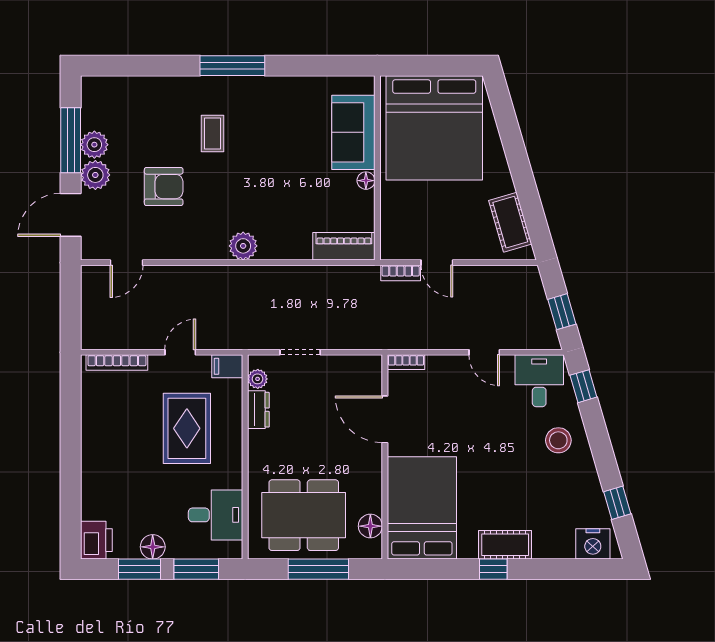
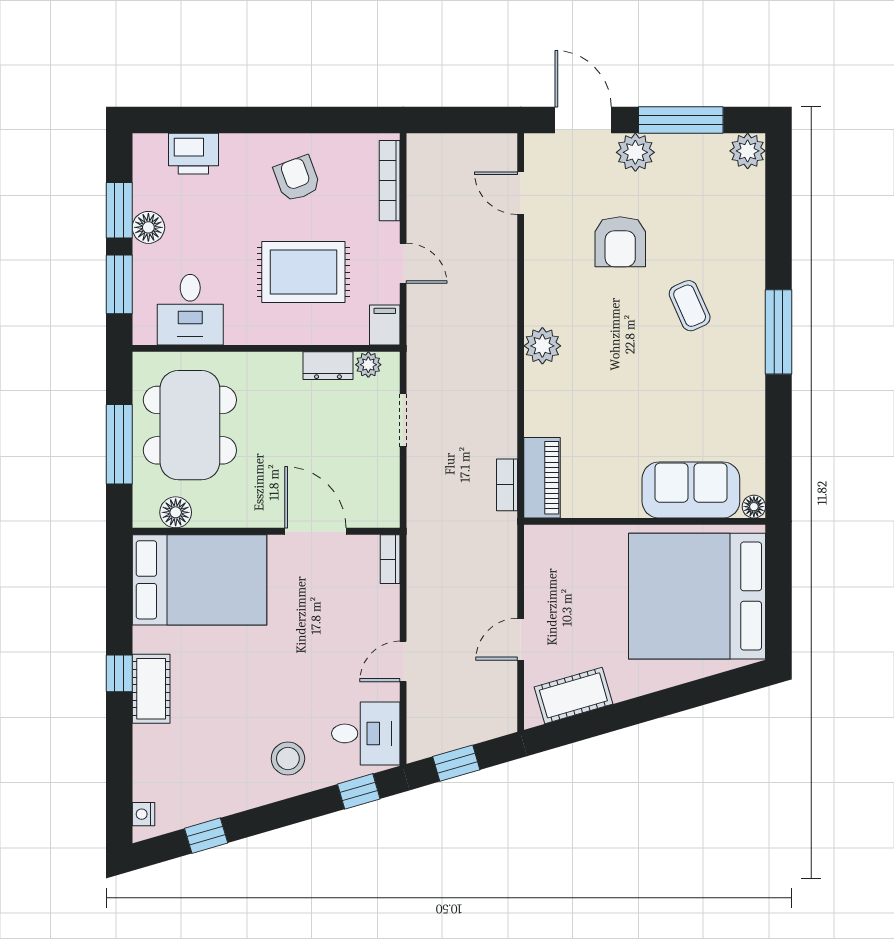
coffee table: (212, 134) -> (690, 306), turned 66
plant: (94, 145) -> (748, 151), moved
floor lamp: (366, 181) -> (754, 507), moved
door: (437, 263) -> (521, 639), moved
bookcase: (401, 273) -> (507, 485), moved
door: (385, 419) -> (315, 531), hinge flipped
armchair: (115, 433) -> (297, 179), added
printer: (96, 540) -> (193, 154), moved
nightstand: (593, 544) -> (143, 814), width x0.53, depth x0.56

